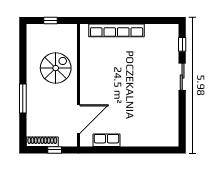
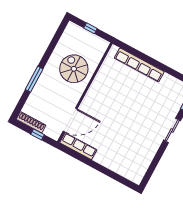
spiral stairs: (56, 68) -> (74, 69), turned -90
row of seats: (106, 140) -> (78, 146), width x1.48

